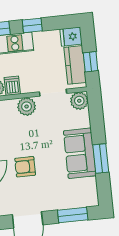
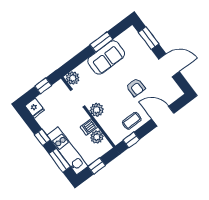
kitchen counter: (75, 65) -> (51, 95), removed

